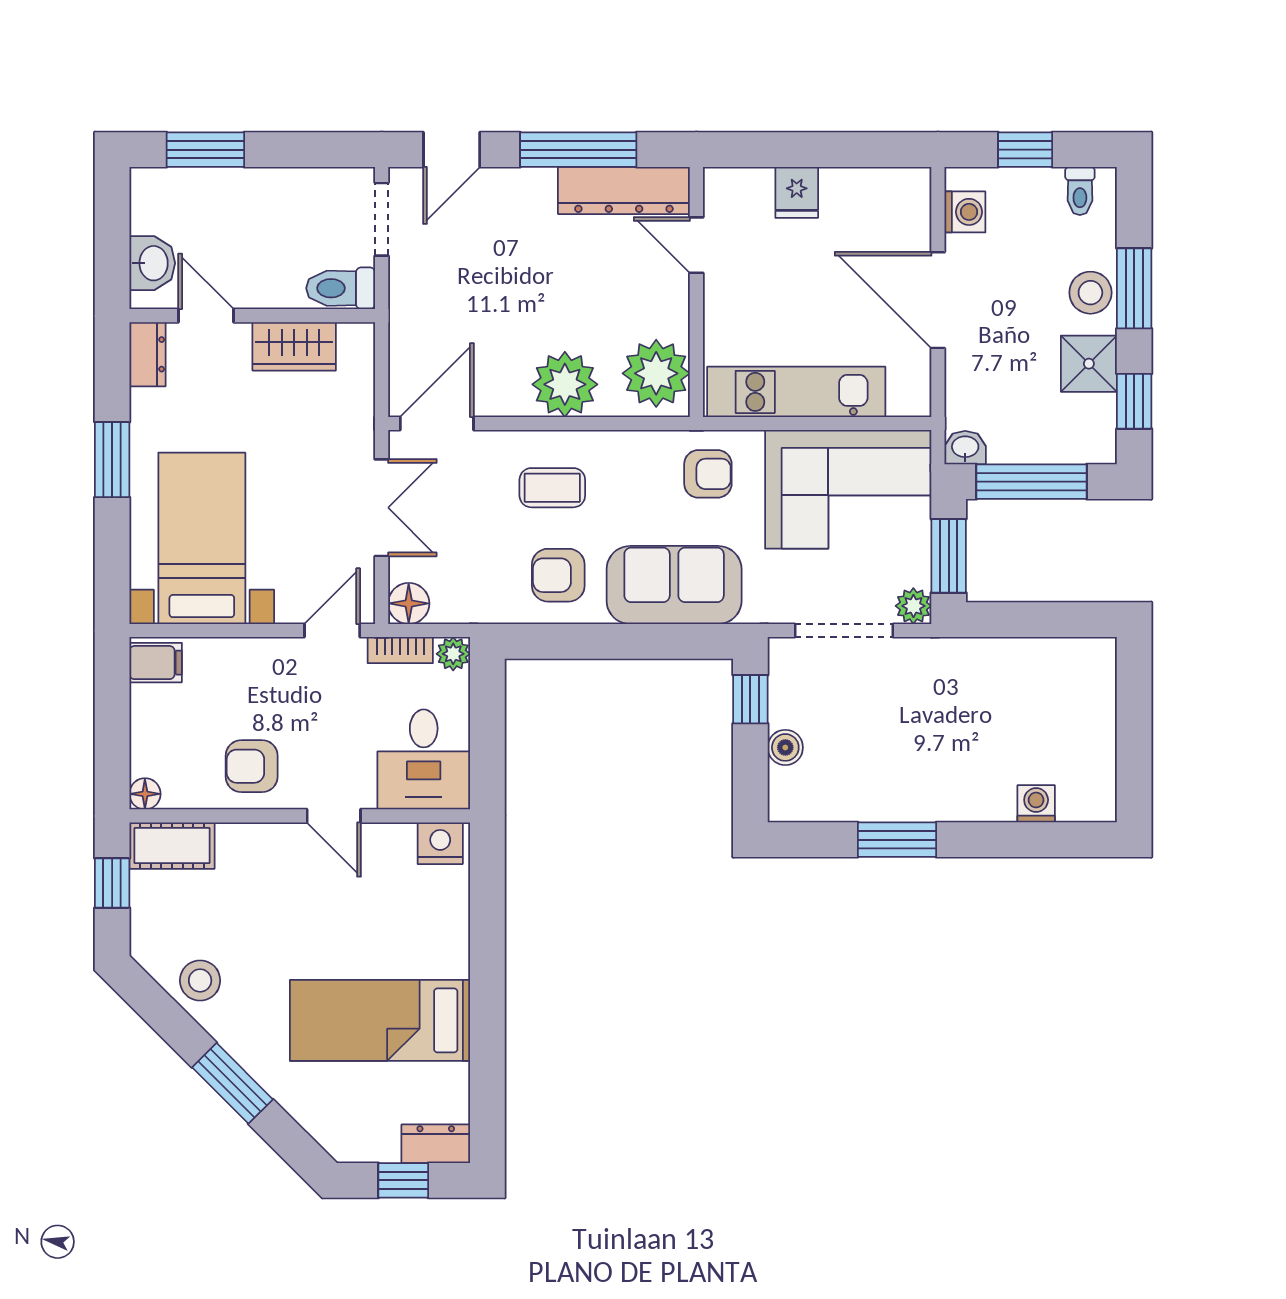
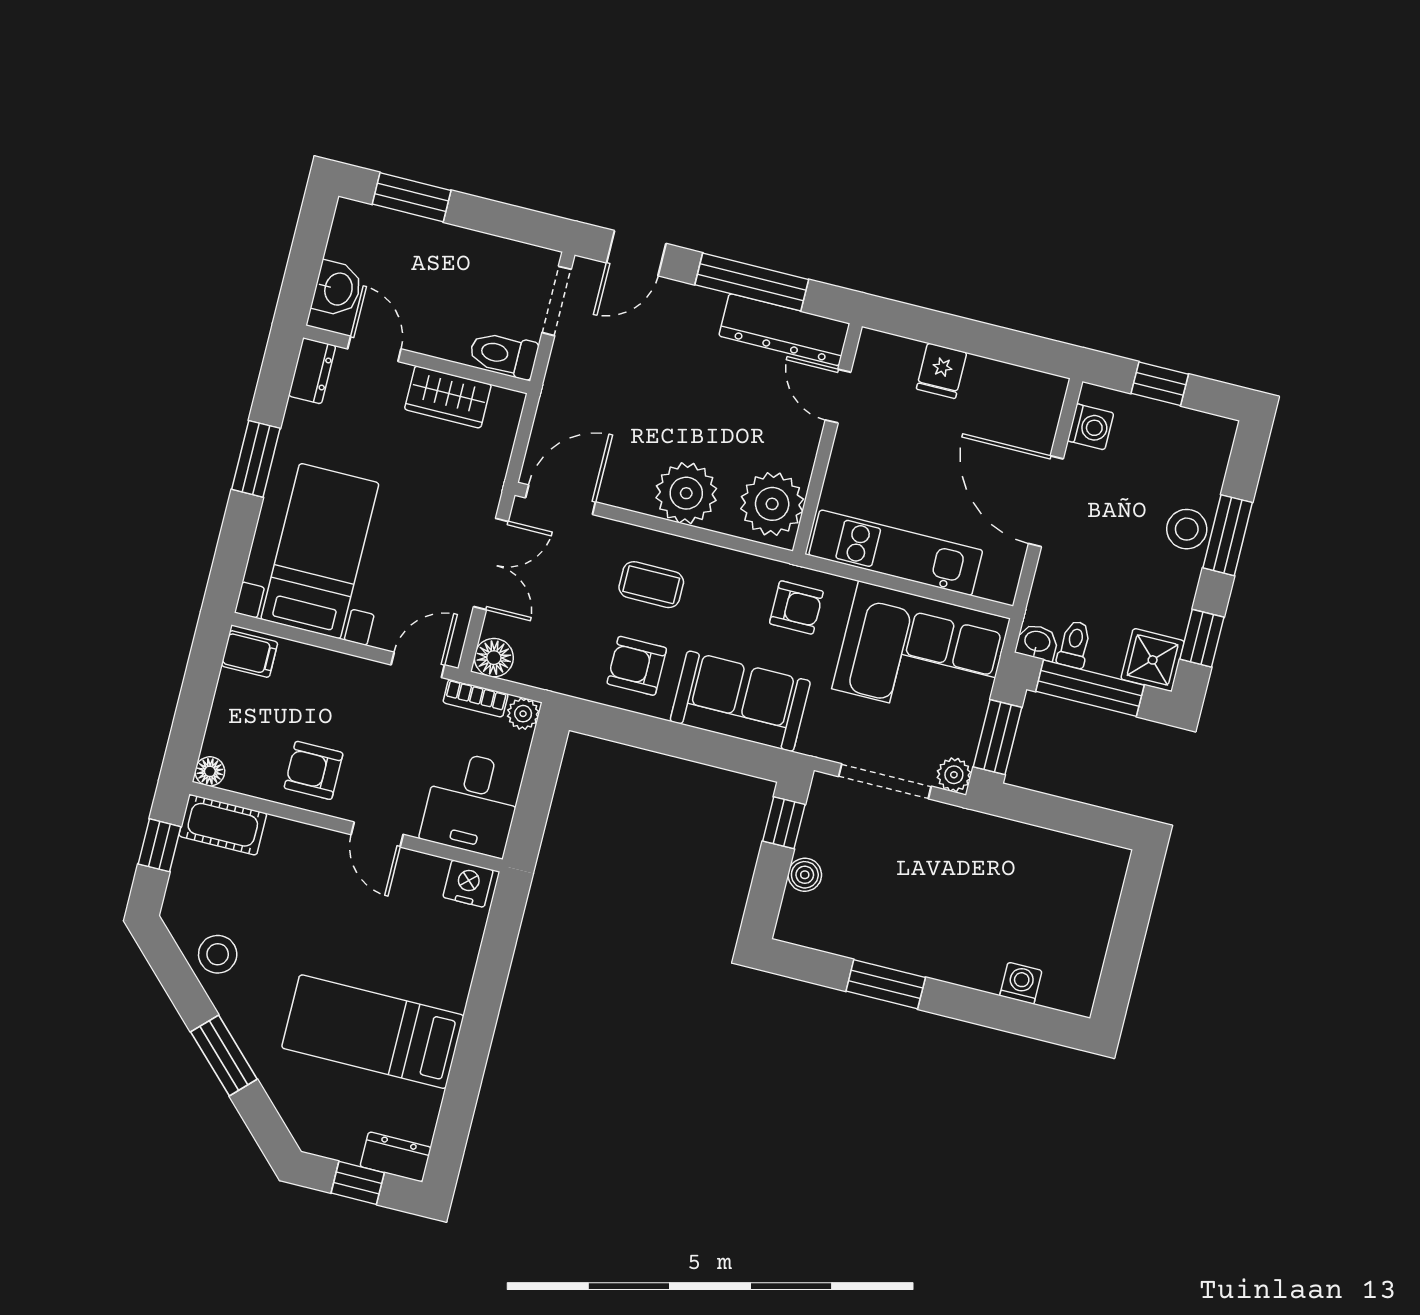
toilet: (1080, 191) -> (1074, 644), moved, turned 180
shower: (1089, 364) -> (1153, 660), moved

